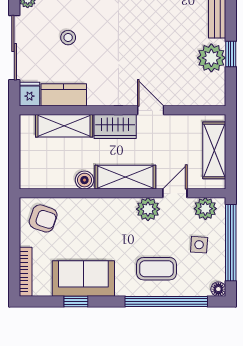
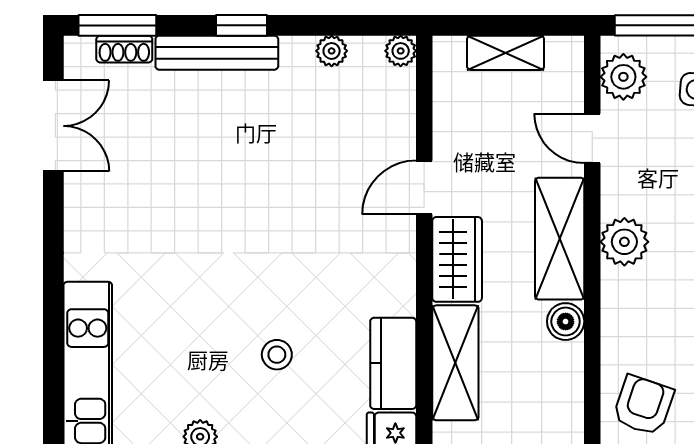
window: (231, 54) -> (242, 25), moved
plant: (211, 58) -> (332, 51), width x0.53, depth x0.53
plant: (218, 99) -> (401, 51), added
shelving: (214, 150) -> (506, 53), width x0.67, depth x0.75
plant: (148, 209) -> (624, 242), moved

